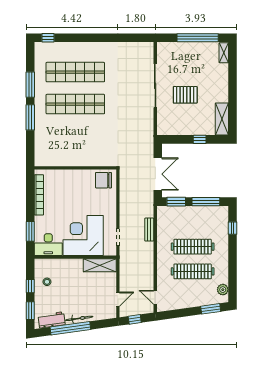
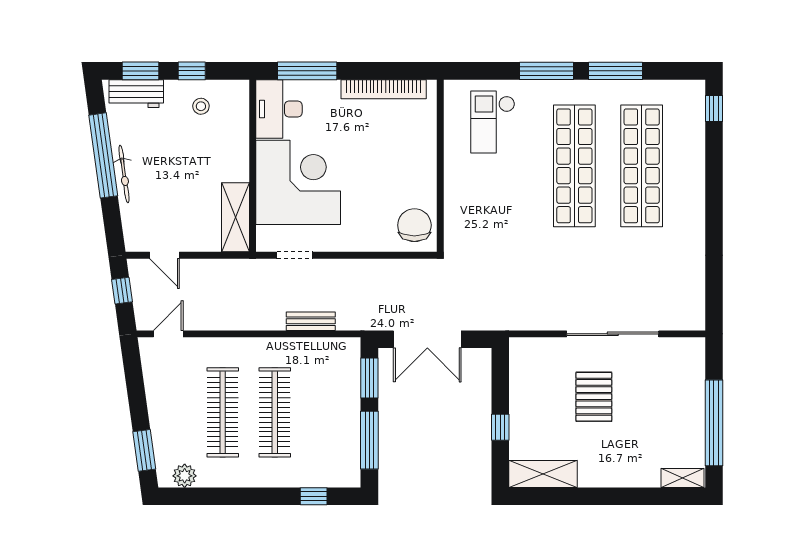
checkout: (54, 143) -> (493, 122), added
window: (30, 231) -> (307, 71), width x1.44
workbench: (52, 320) -> (136, 94), moved, turned 98

